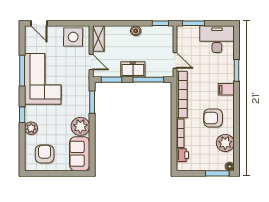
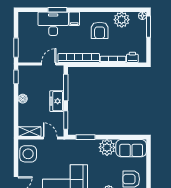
desk: (217, 39) -> (53, 24), moved, turned 90
door: (91, 62) -> (50, 138), hinge flipped

